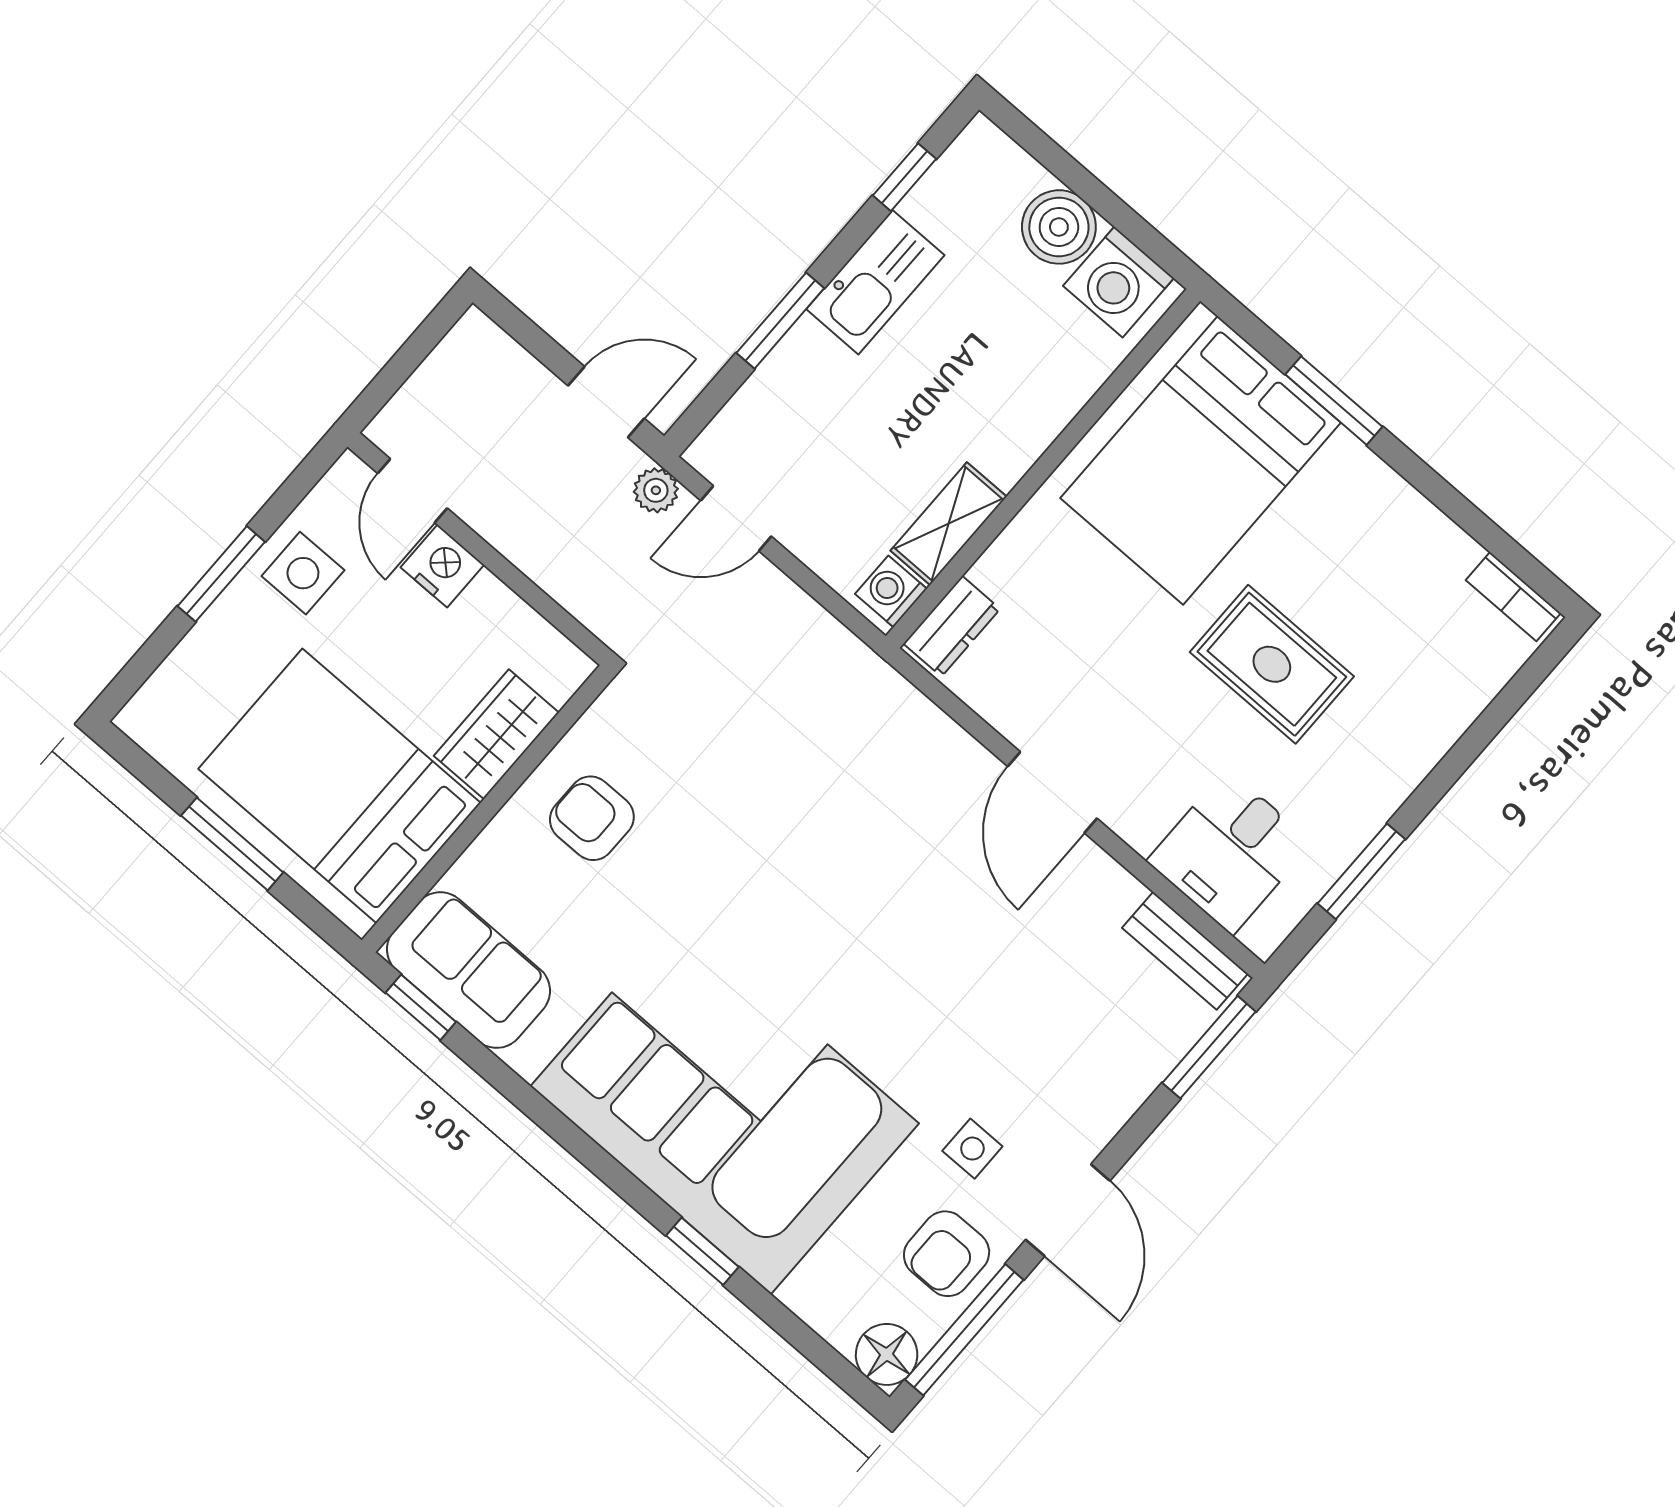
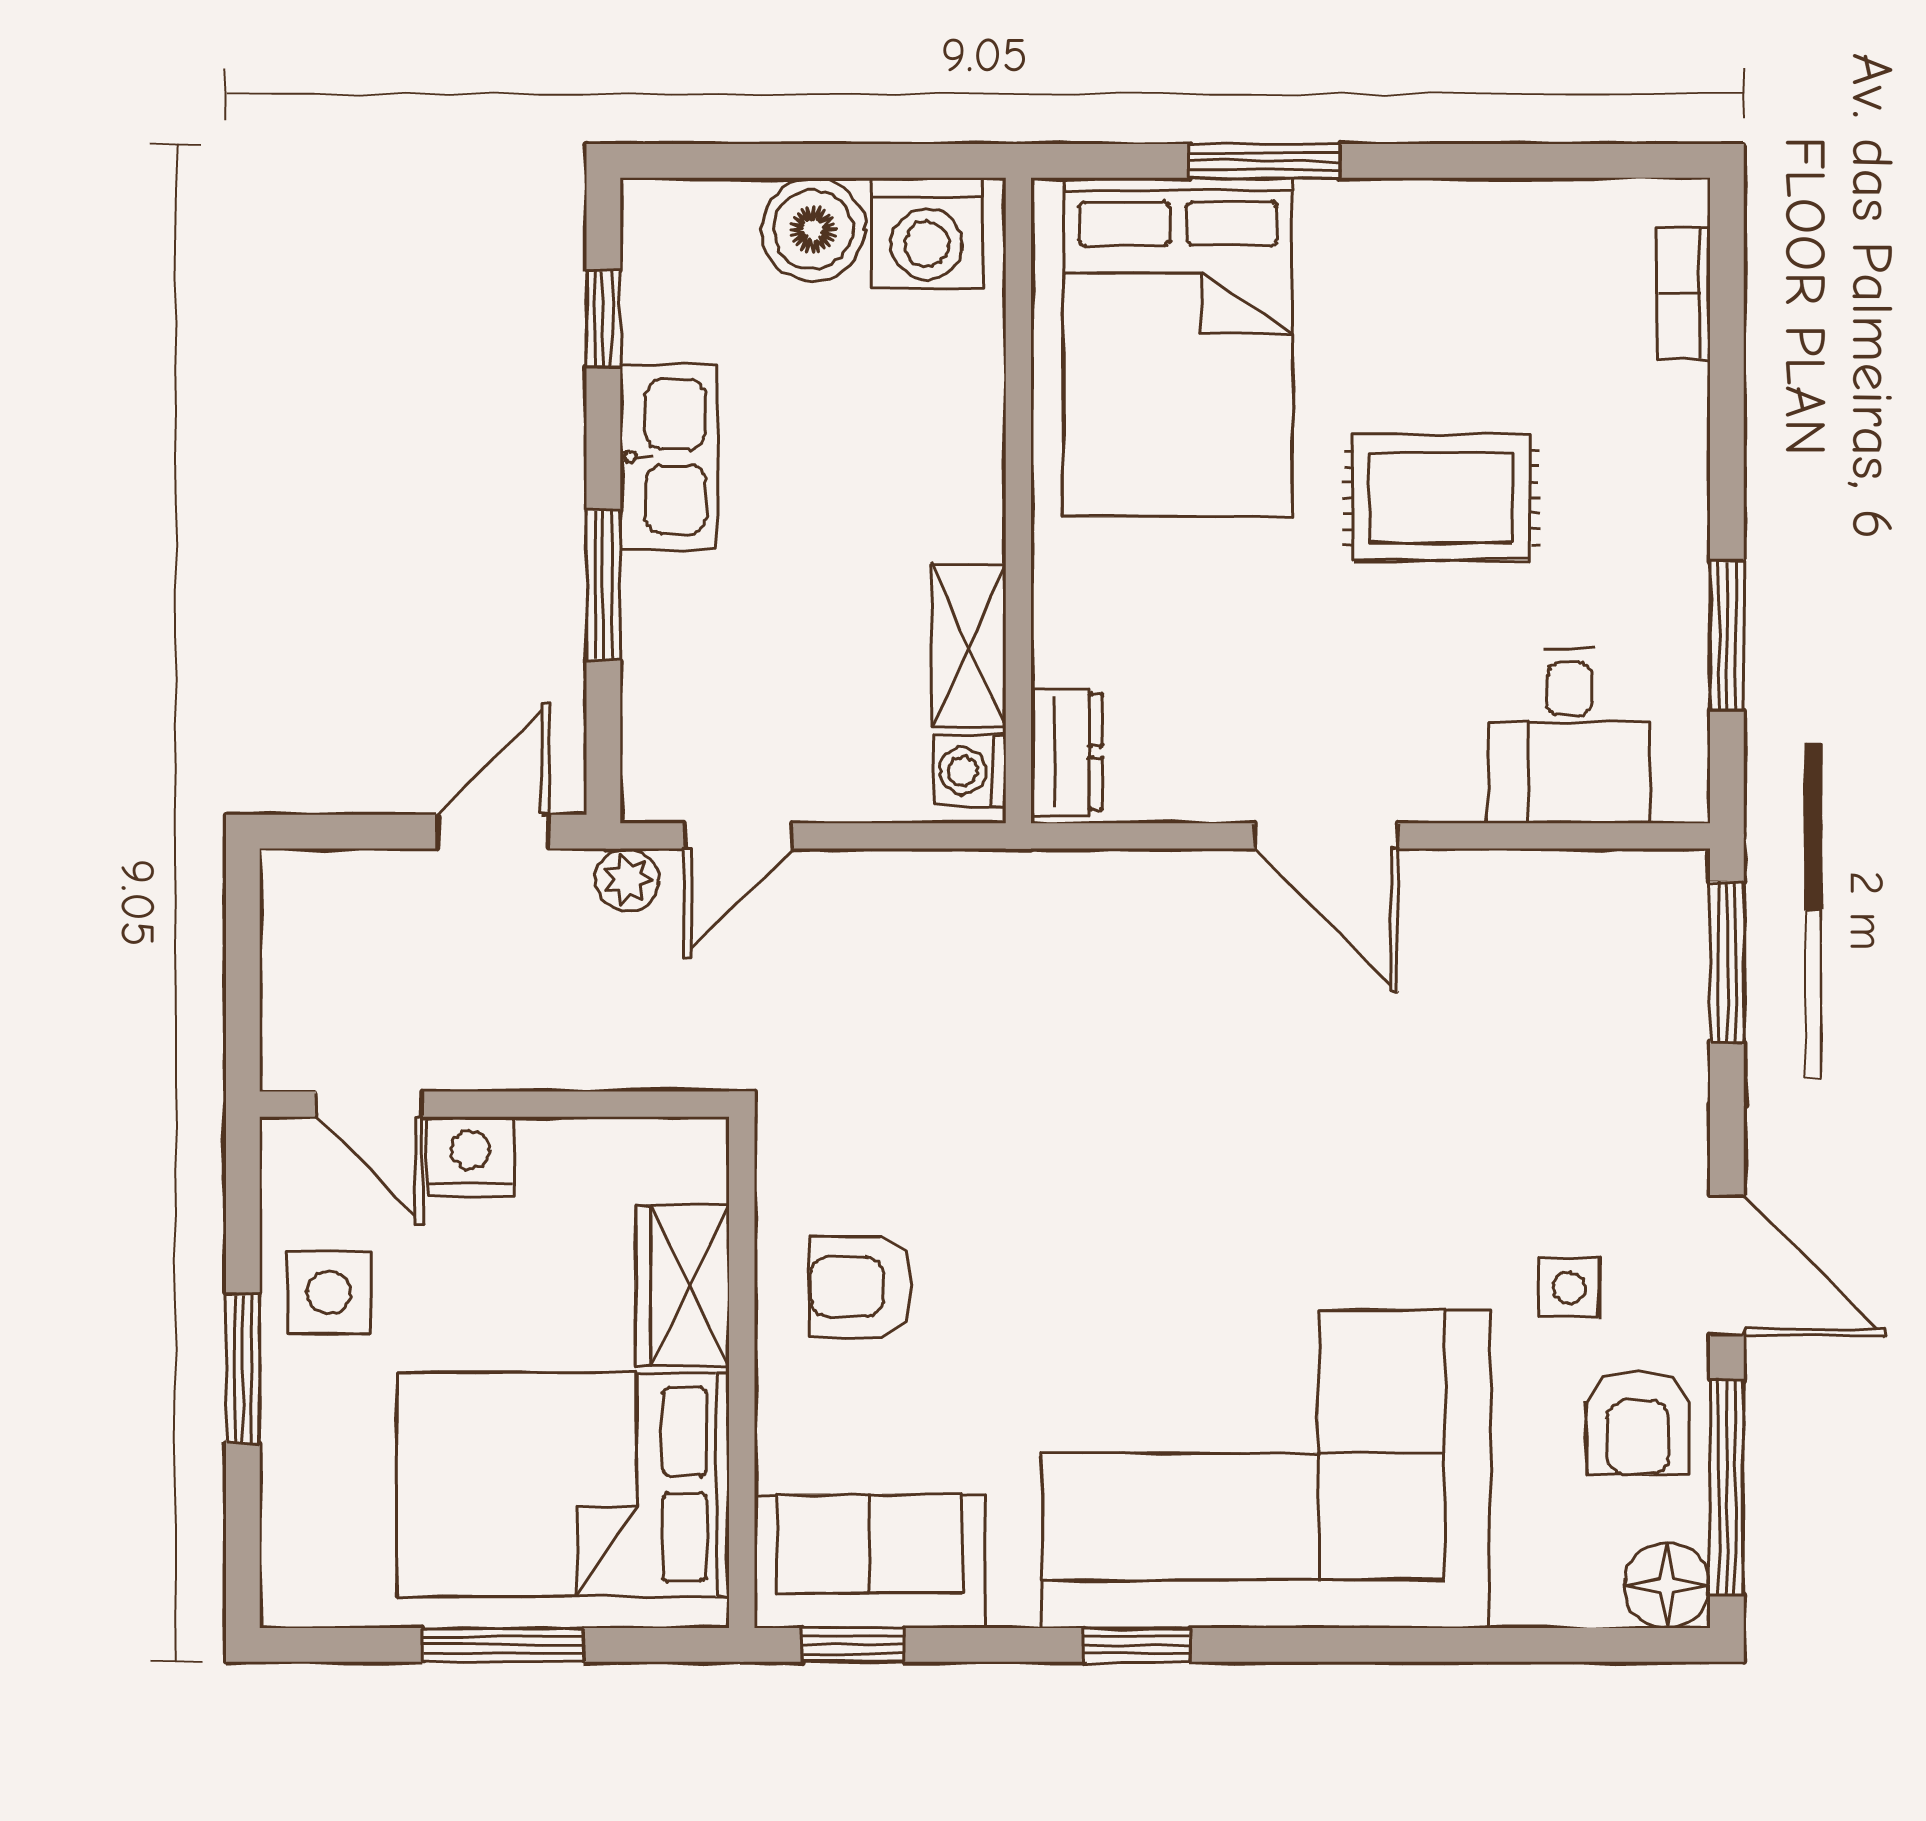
bookcase: (1513, 597) -> (1684, 293), moved, turned 90
bench: (1185, 951) -> (1613, 882), removed
window: (702, 1251) -> (1137, 1645), moved

